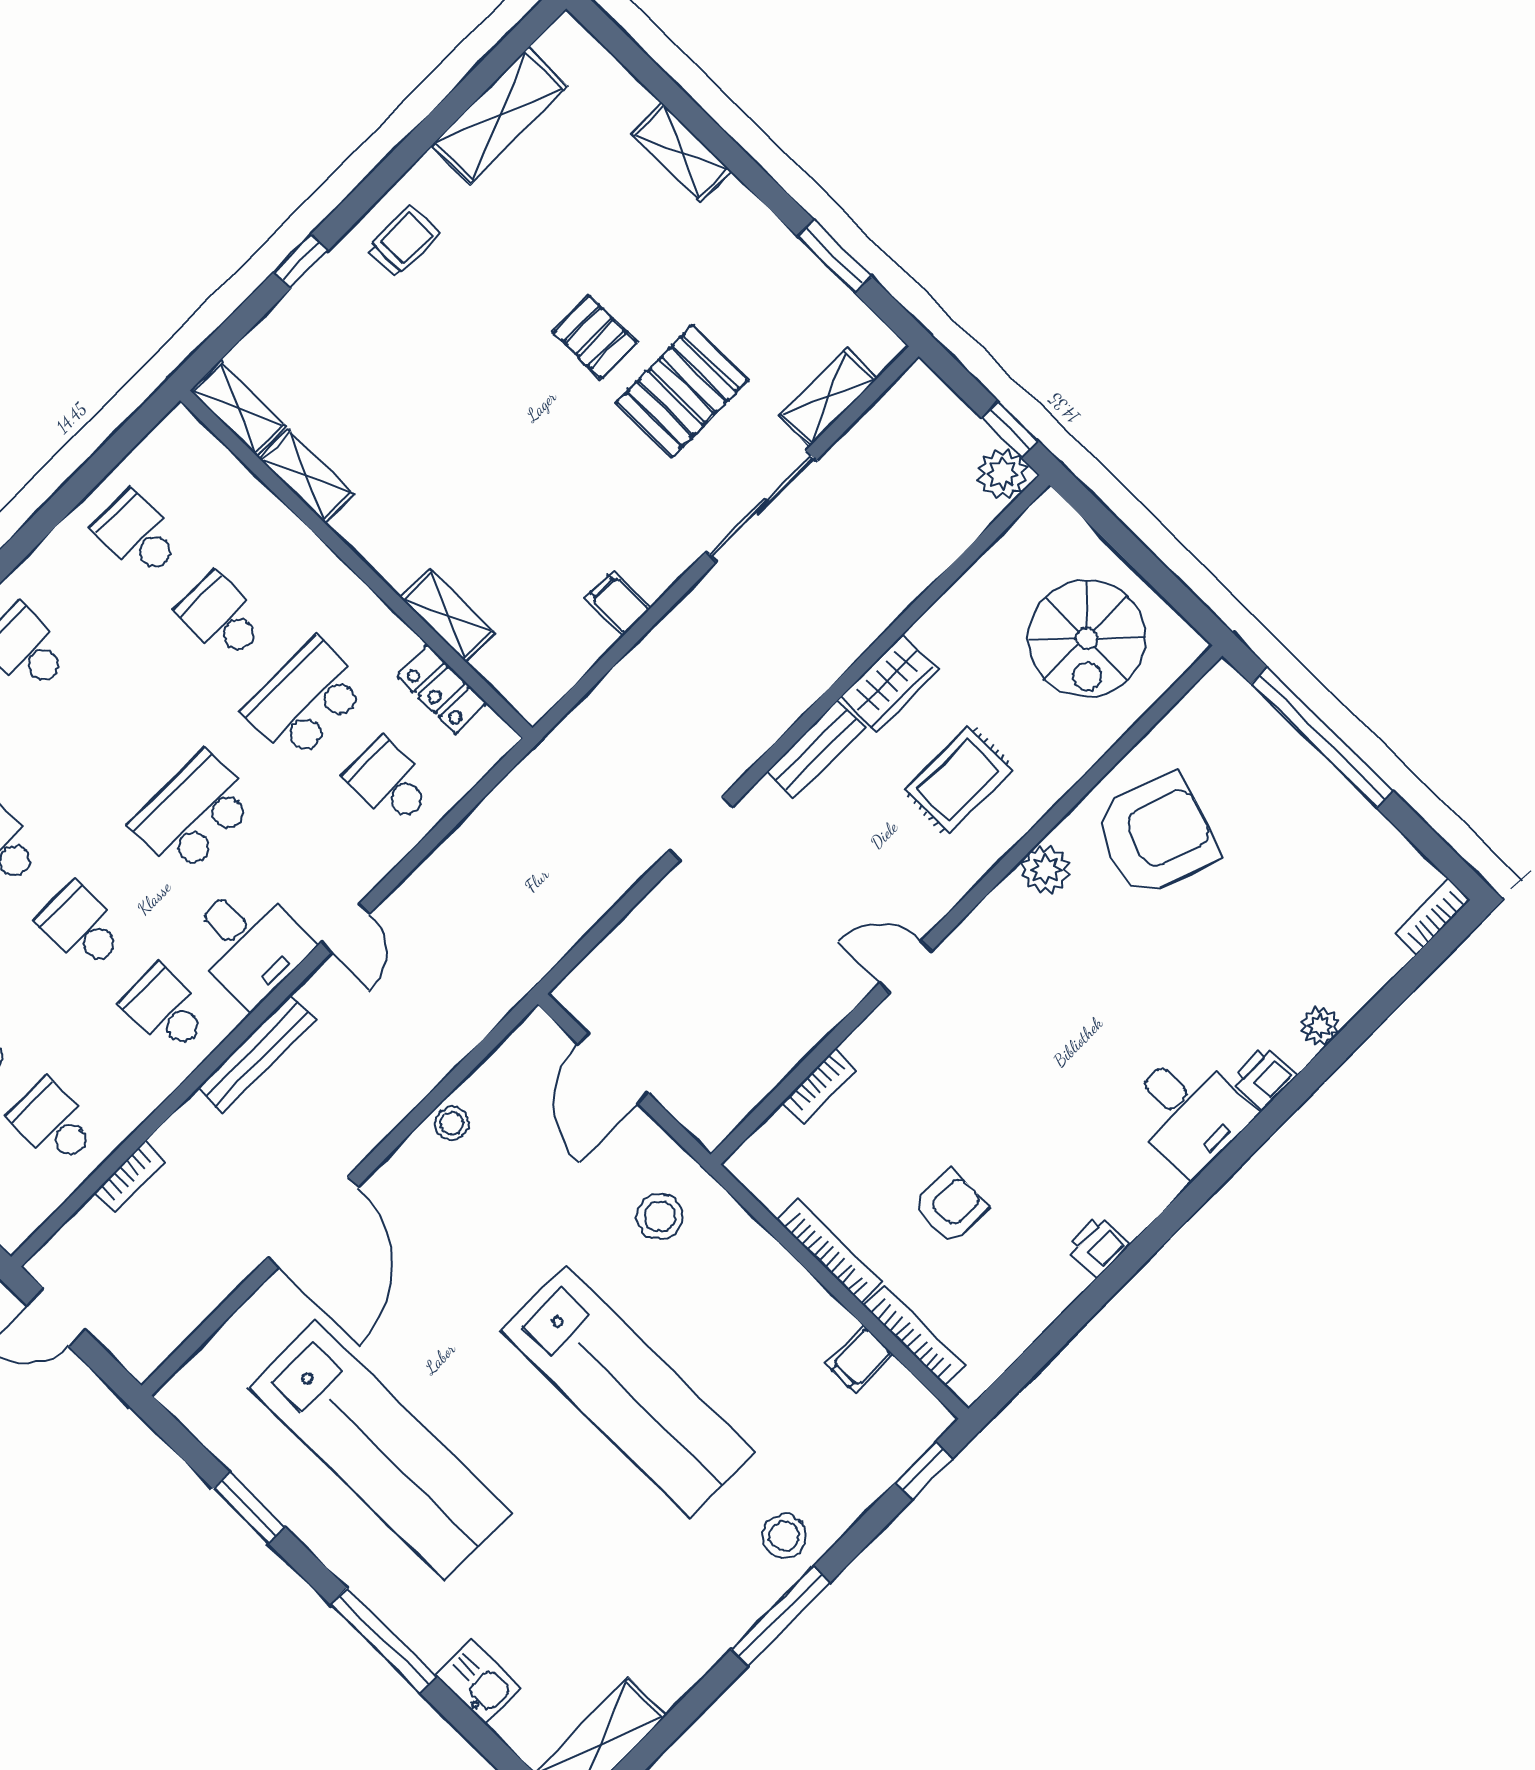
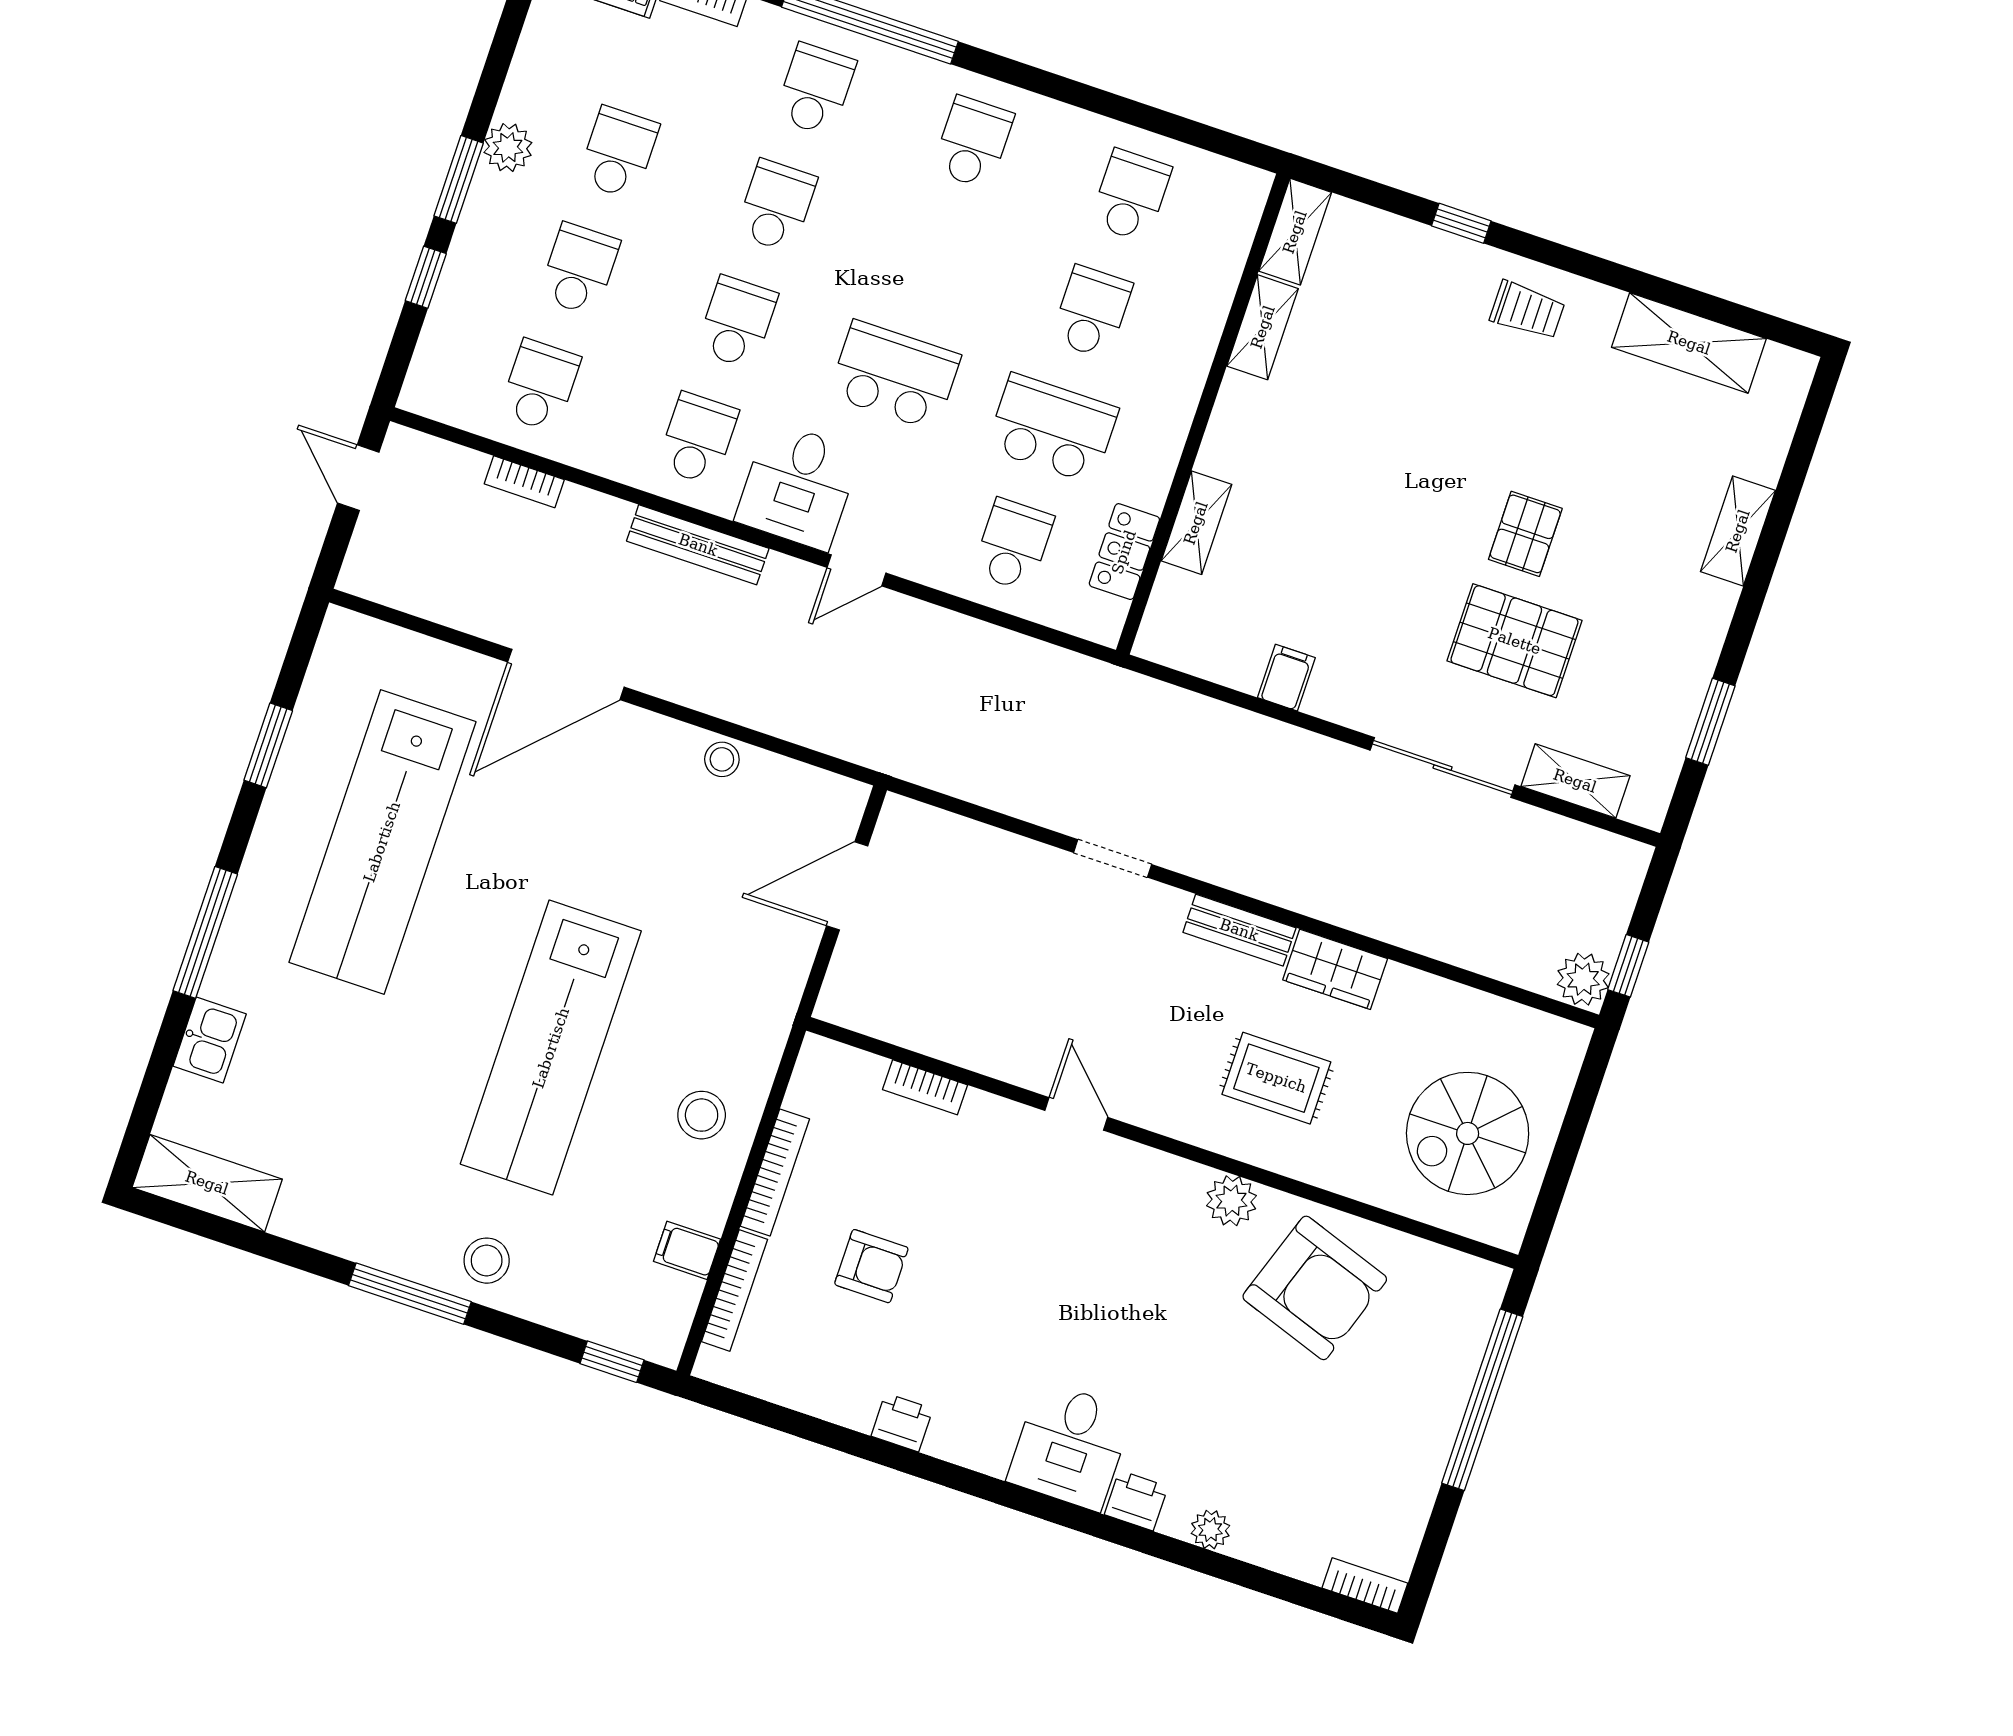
stool: (660, 1216) -> (702, 1115), moved

